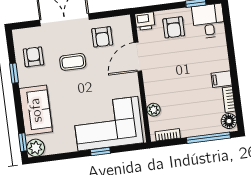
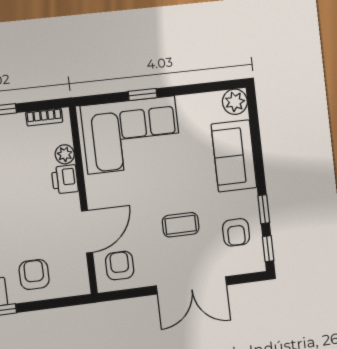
printer: (145, 21) -> (65, 179), moved, turned -90
armchair: (102, 37) -> (120, 266), moved
window: (23, 142) -> (268, 249), moved

